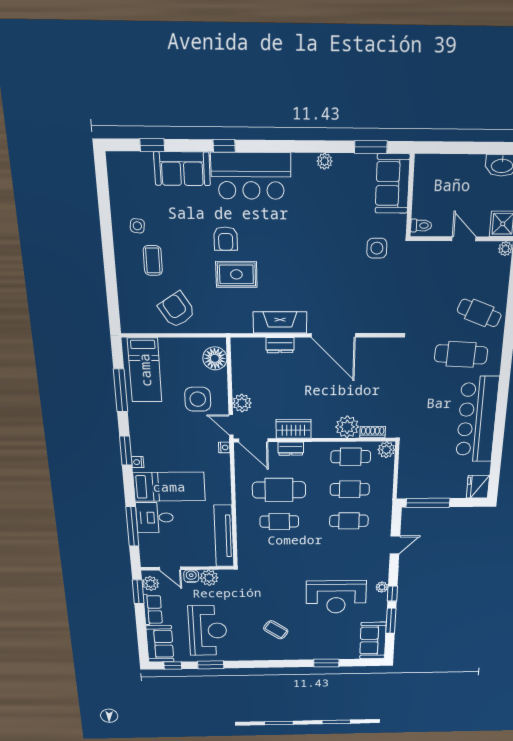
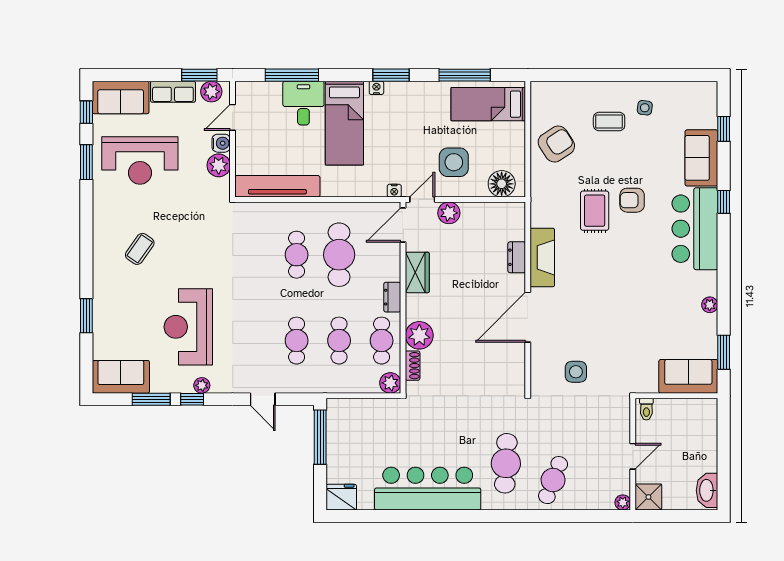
side table: (377, 248) -> (576, 372), moved
dresser: (291, 449) -> (392, 297), moved

